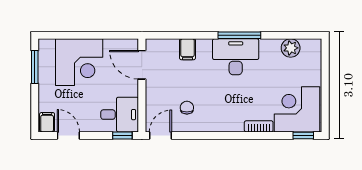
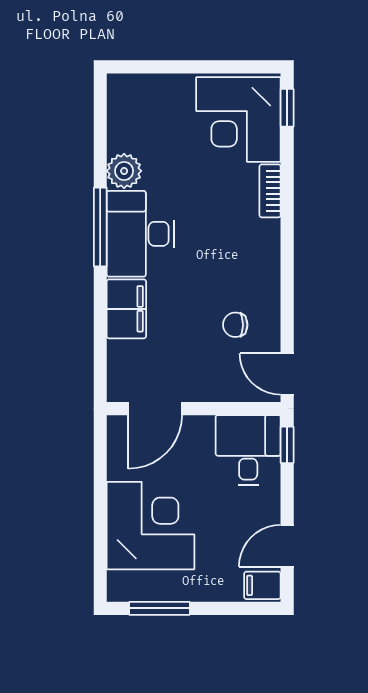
plant: (291, 48) -> (124, 171), moved
filing cabinet: (188, 49) -> (126, 309), width x2.00

